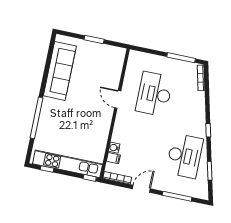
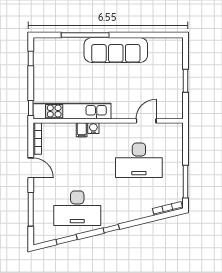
sofa: (60, 71) -> (116, 50), moved
desk: (154, 94) -> (139, 160), turned 180
door: (118, 99) -> (146, 121), moved
water cooler: (114, 148) -> (93, 128), moved
filing cabinet: (113, 158) -> (82, 130), moved
kitchen unit: (68, 164) -> (72, 111), moved, turned -90

